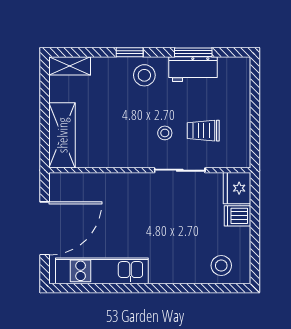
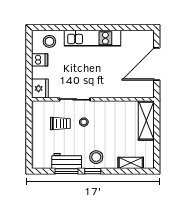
window: (130, 52) -> (93, 171), moved
shelving: (70, 66) -> (131, 163), moved
dishwasher: (237, 216) -> (40, 60), moved
kitchen unit: (102, 271) -> (92, 38), moved

